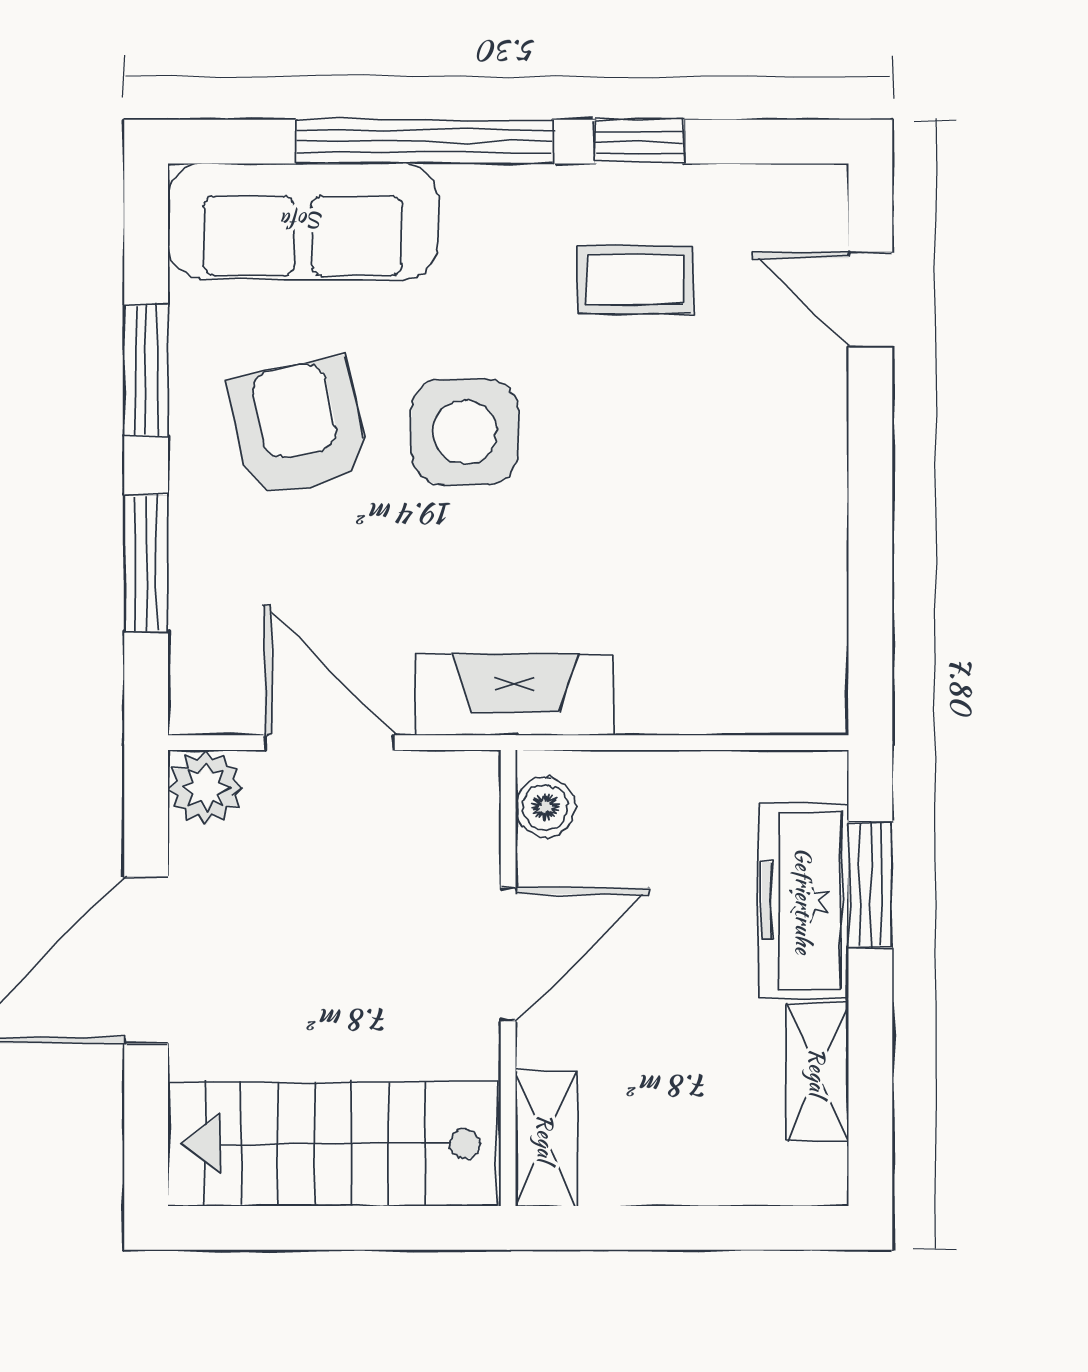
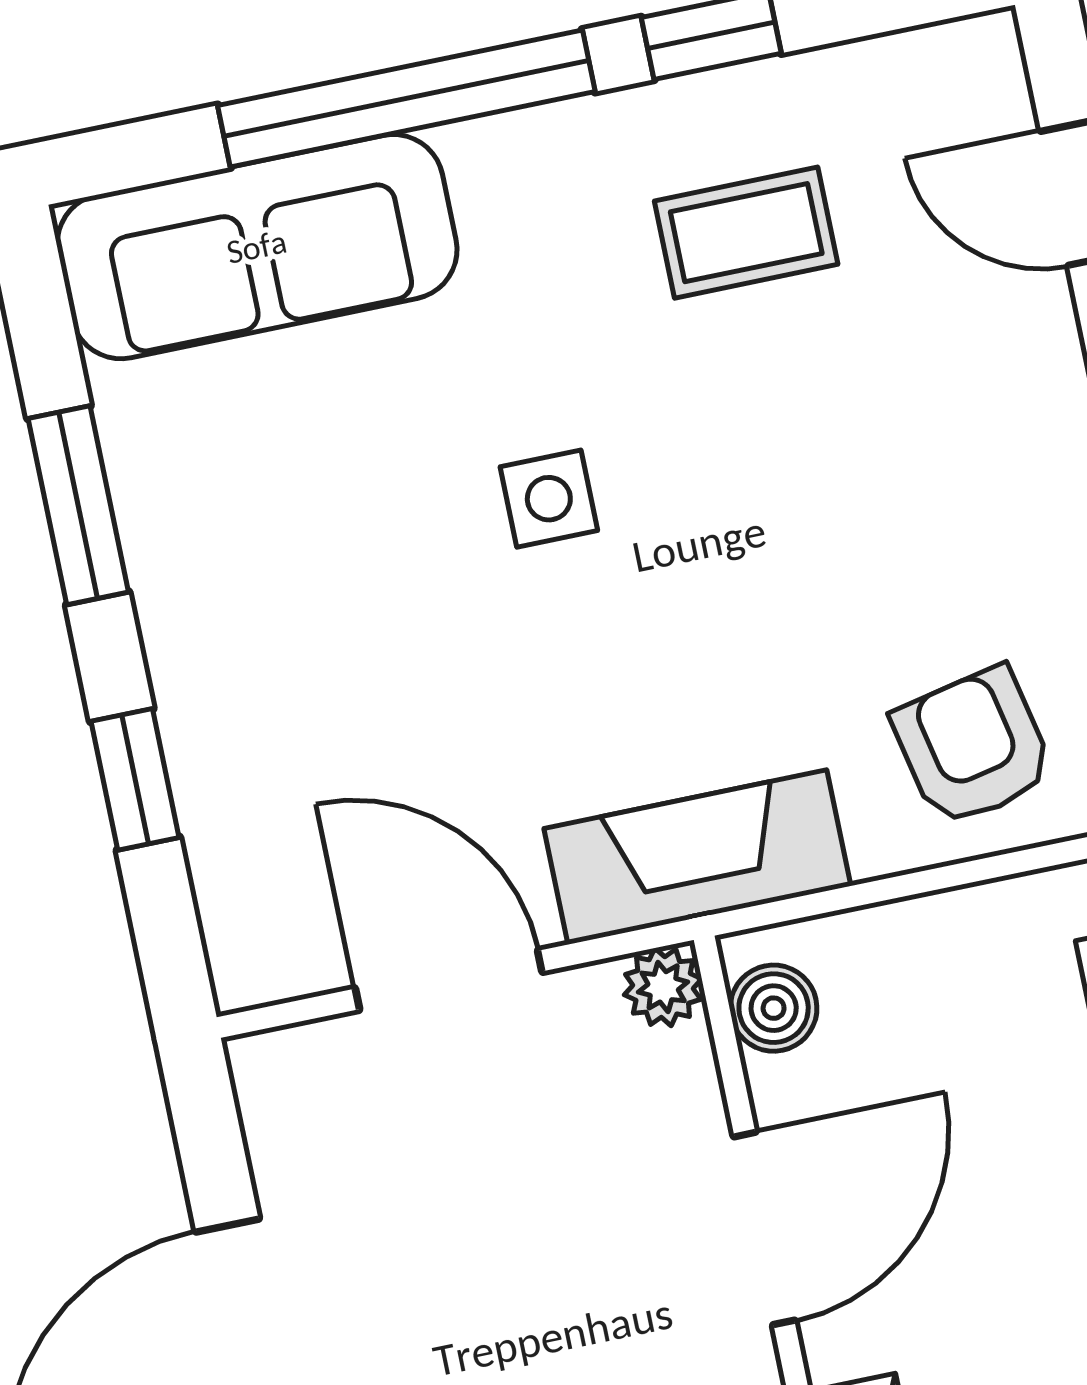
armchair: (298, 428) -> (973, 747), moved, width x0.72, depth x0.72
side table: (465, 432) -> (549, 499), width x0.54, depth x0.54
window: (146, 563) -> (135, 779), width x0.67
plant: (206, 788) -> (663, 987), moved, width x0.73, depth x0.73

